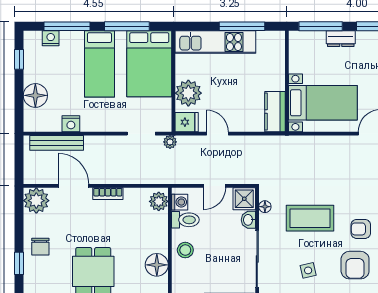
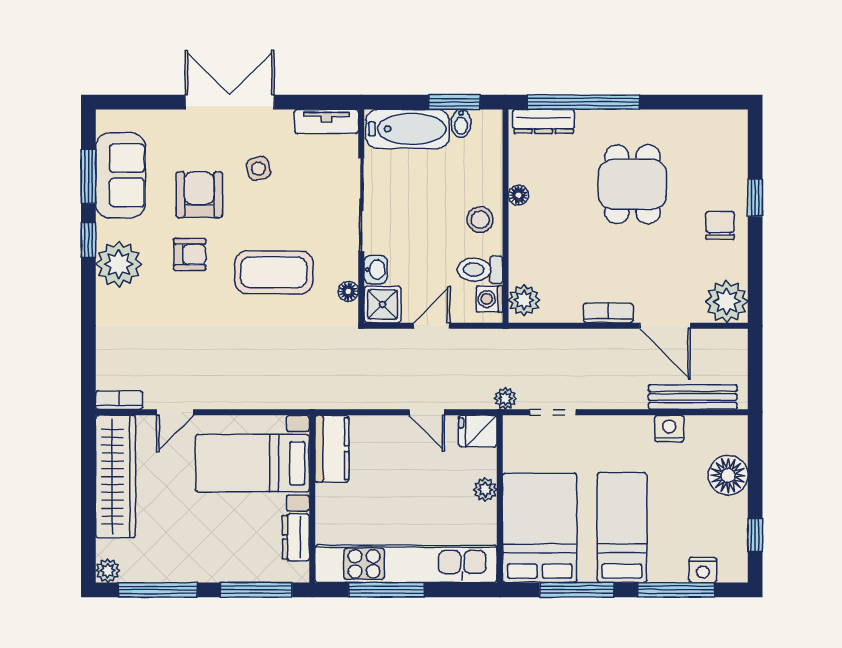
dresser: (341, 39) -> (296, 537), moved, turned -90
kitchen unit: (215, 42) -> (406, 564), width x1.36
plant: (188, 93) -> (485, 490), width x0.53, depth x0.53
floor lamp: (157, 265) -> (518, 195), width x0.53, depth x0.53
side table: (308, 270) -> (258, 169), moved

